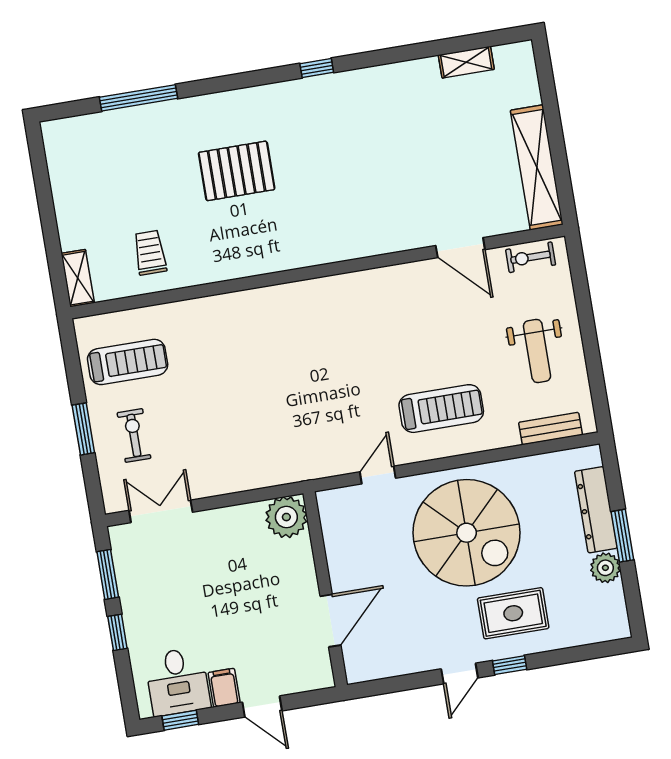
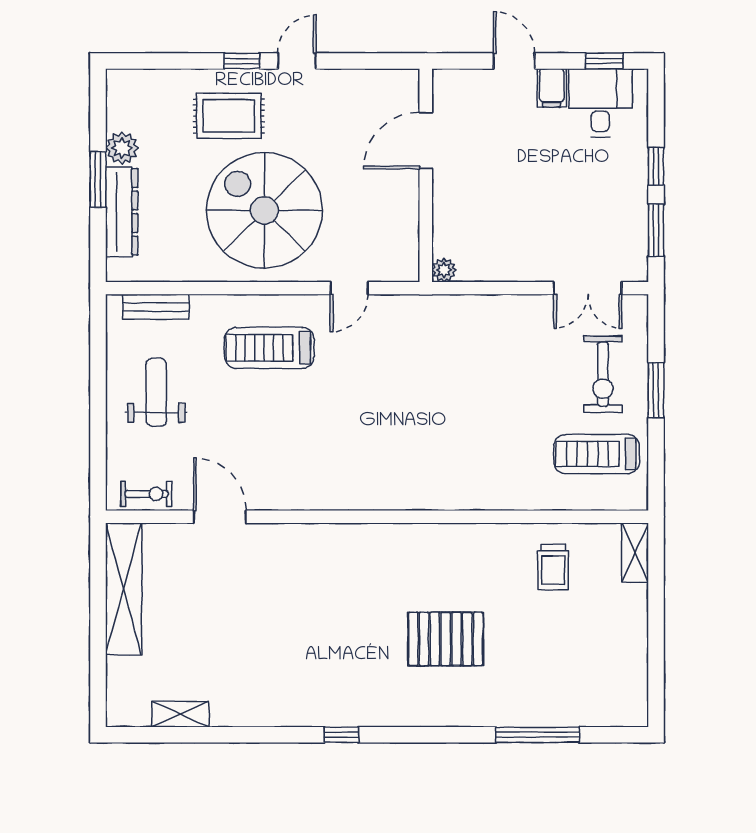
exercise bike: (134, 435) -> (603, 374), width x1.38, depth x1.39
plant: (286, 517) -> (444, 270), width x0.53, depth x0.53

